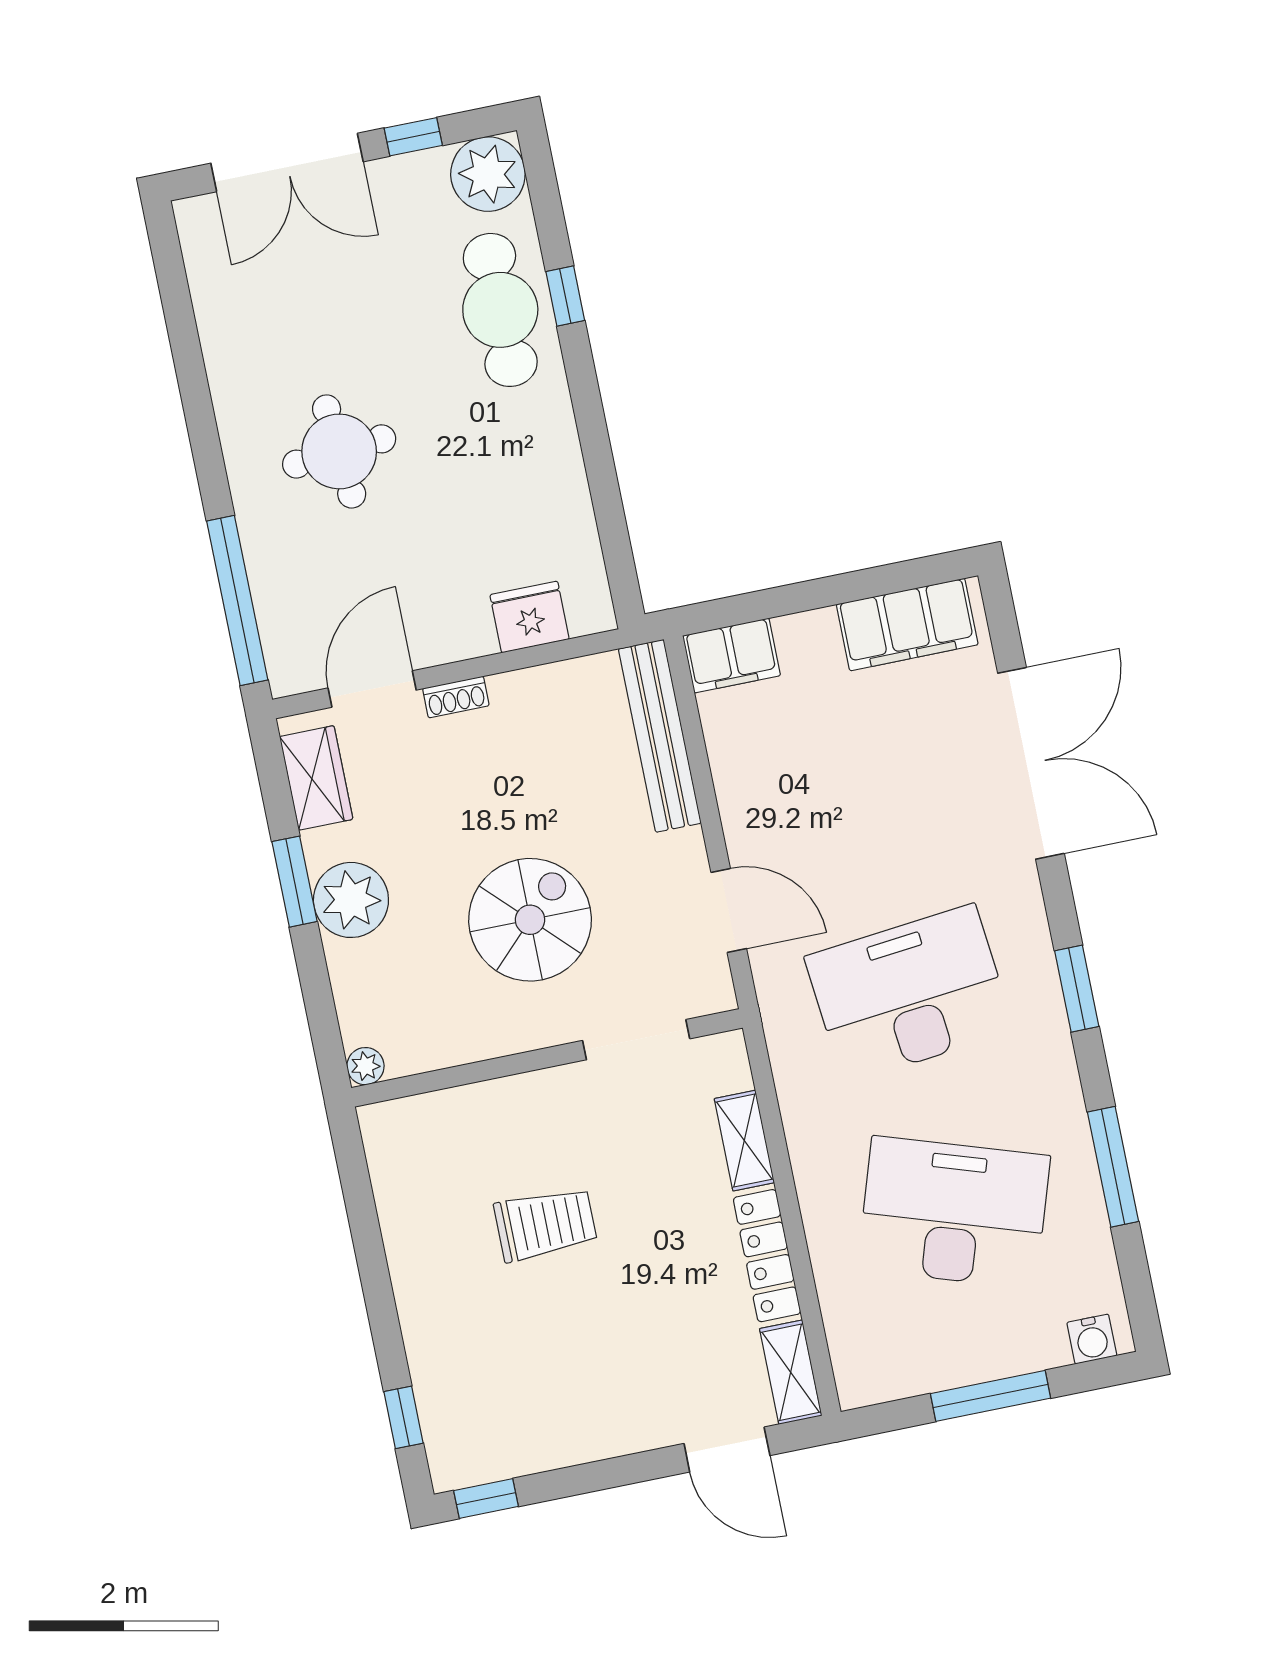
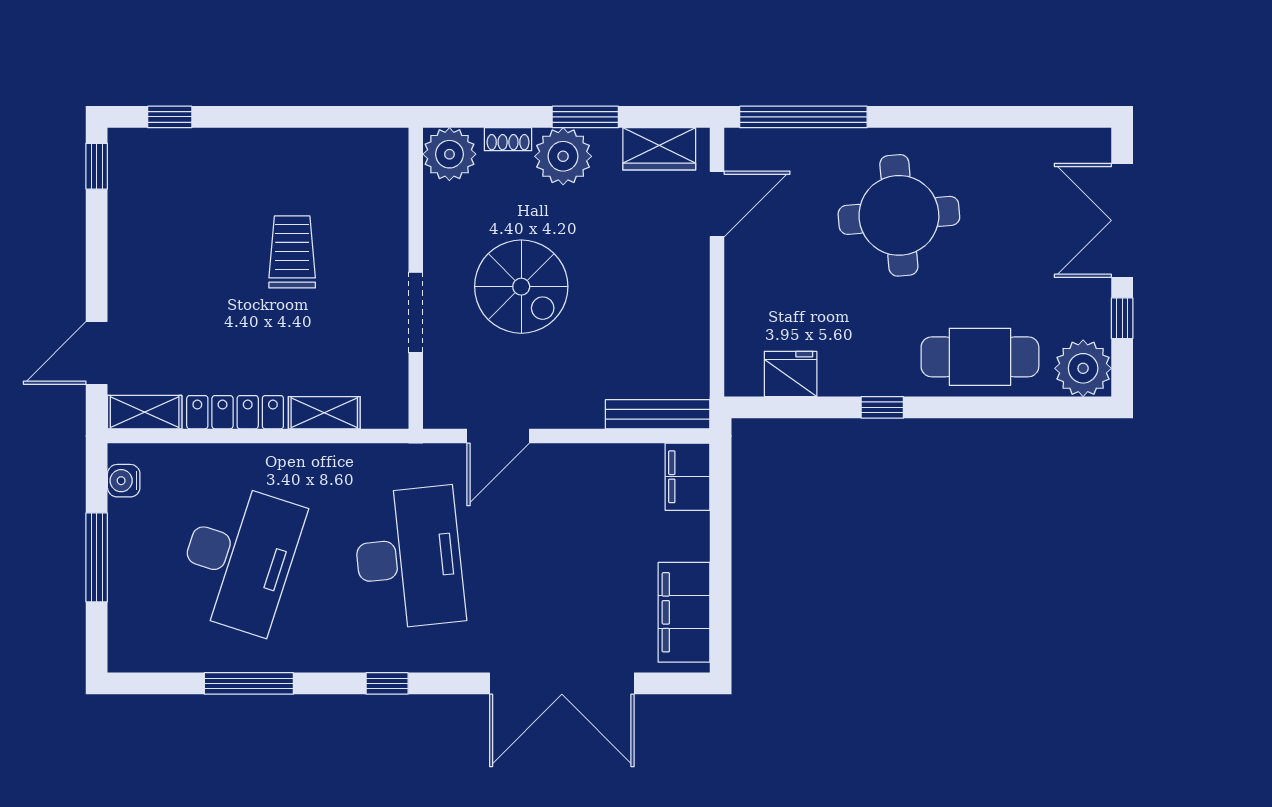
window: (565, 296) -> (882, 407), moved
round table: (339, 451) -> (899, 215), width x1.36, depth x1.36
fridge: (530, 617) -> (791, 374), moved, turned -90
door: (372, 689) -> (717, 204), hinge flipped
shoe rack: (456, 697) -> (508, 139), moved, turned -90
bench: (660, 736) -> (658, 414), width x0.73, depth x0.82
window: (1077, 989) -> (387, 683), width x0.67
doorway: (636, 1040) -> (416, 312), moved
plant: (365, 1066) -> (449, 154), width x1.88, depth x1.88
trolley: (545, 1224) -> (292, 252), turned 180
water cooler: (1092, 1339) -> (124, 481), moved

